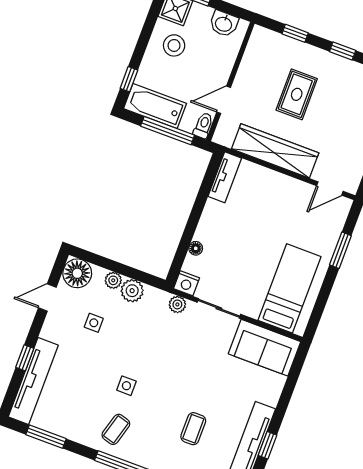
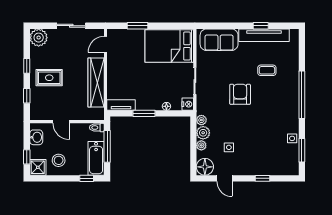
rug: (297, 94) -> (49, 78), moved
door: (224, 100) -> (61, 122), moved
door: (330, 188) -> (106, 44), swing flipped
window: (198, 209) -> (144, 113), added
bed: (290, 288) -> (169, 46), width x1.50
plant: (177, 304) -> (201, 120), moved
sofa: (264, 348) -> (219, 40), moved, turned 90
armchair: (171, 372) -> (240, 94), added
tv unit: (33, 381) -> (274, 169), removed
side table: (126, 386) -> (292, 138), moved
coffee table: (116, 429) -> (283, 113), removed

